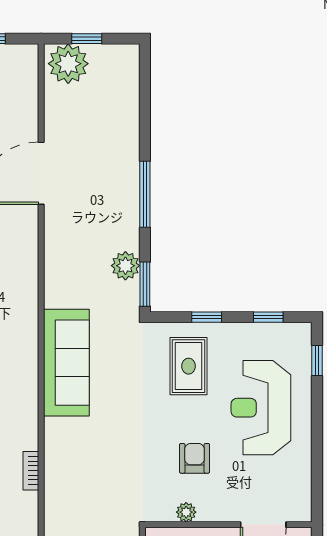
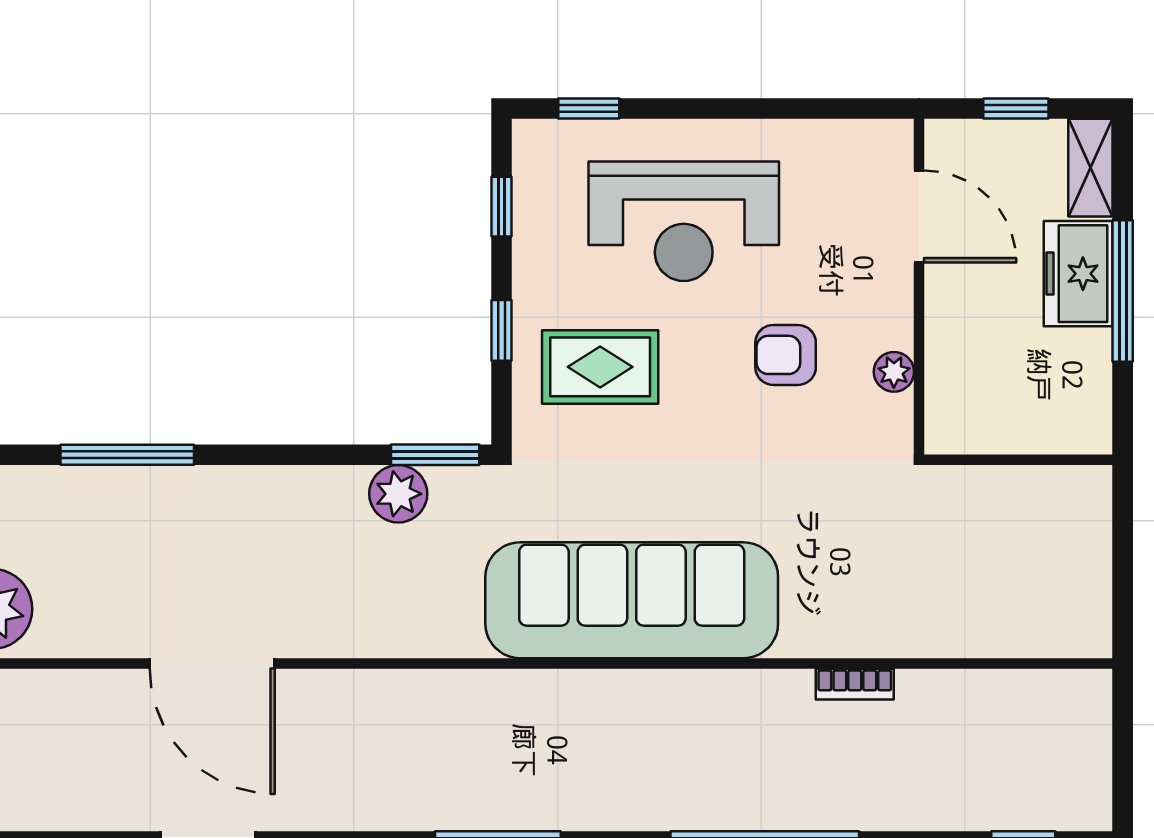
window: (145, 194) -> (127, 455), moved
sofa: (66, 363) -> (632, 600), width x1.36, depth x1.27
bookcase: (31, 471) -> (855, 684), moved

